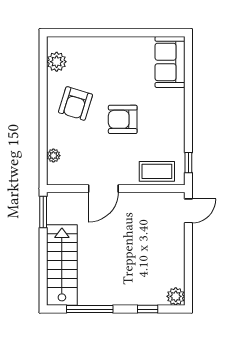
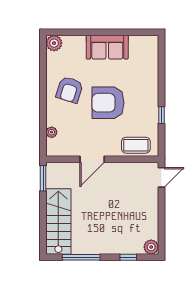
plant: (57, 62) -> (54, 43), moved
sofa: (170, 62) -> (107, 47), moved, turned -90
armchair: (123, 119) -> (108, 103), width x1.36, depth x1.36
window: (188, 163) -> (161, 115), moved

